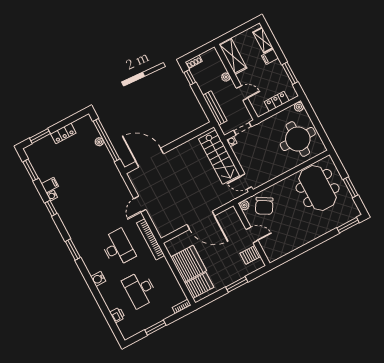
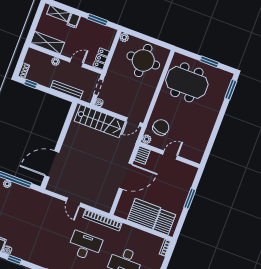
locker: (277, 101) -> (101, 59), moved
chair: (264, 206) -> (161, 127), turned -108
server rack: (250, 255) -> (142, 155), moved

